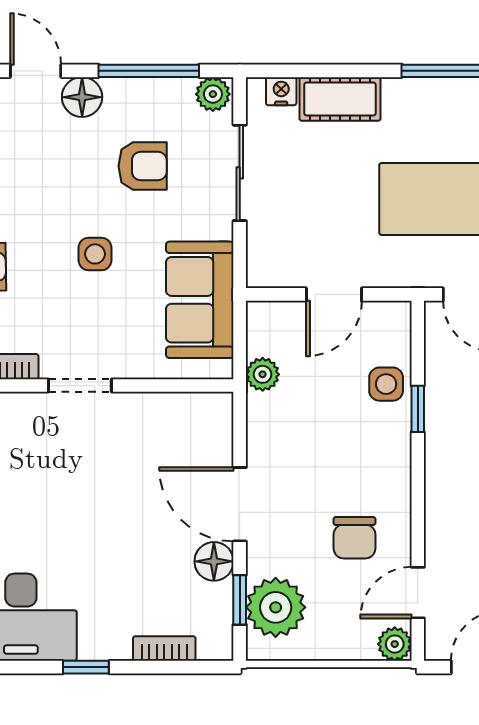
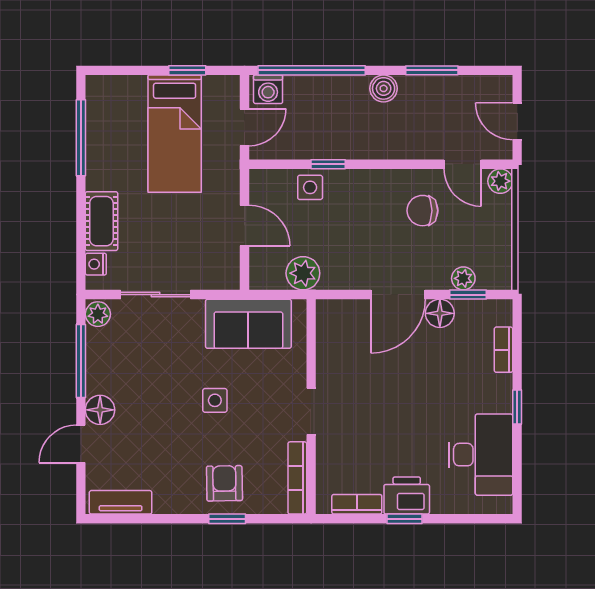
armchair: (143, 166) -> (151, 366), removed
plant: (263, 374) -> (303, 273), width x1.38, depth x1.38
chair: (354, 538) -> (422, 211), turned 180
plant: (276, 607) -> (463, 278), width x0.53, depth x0.53

